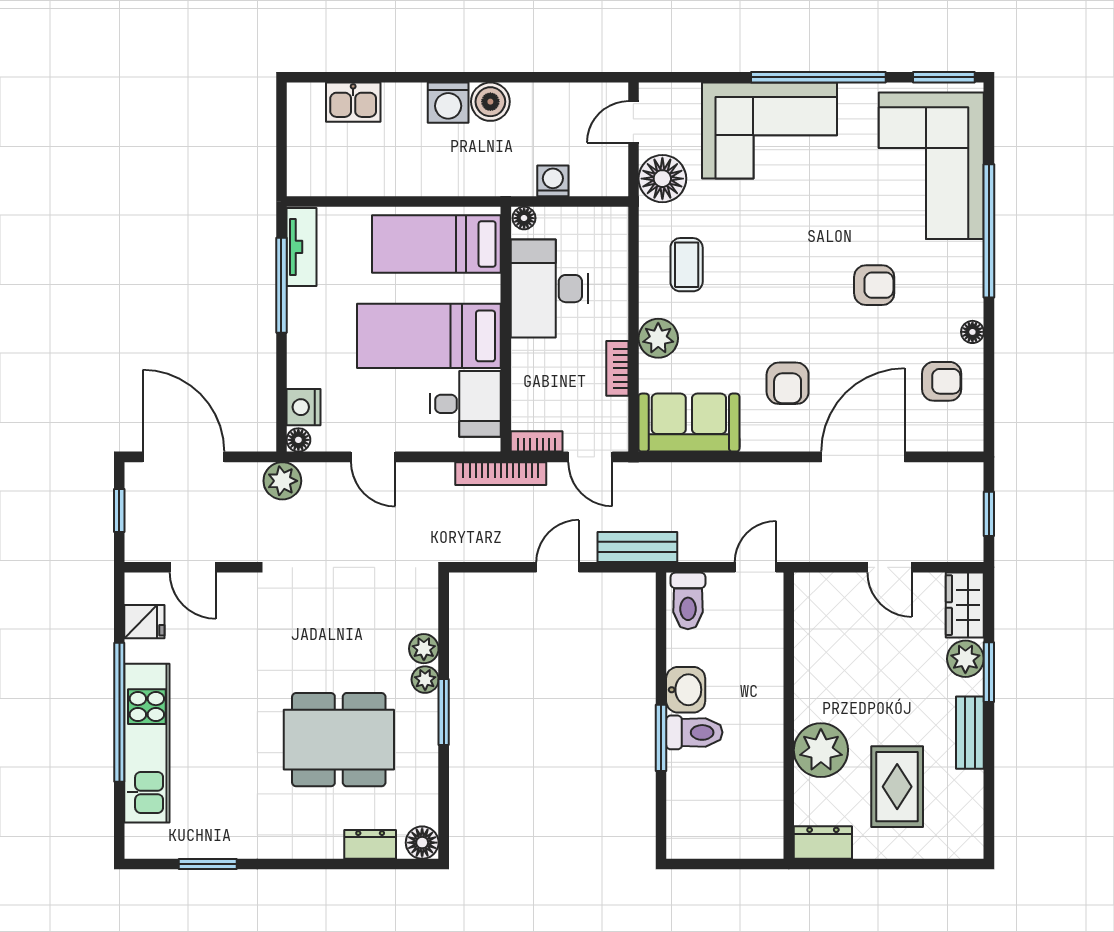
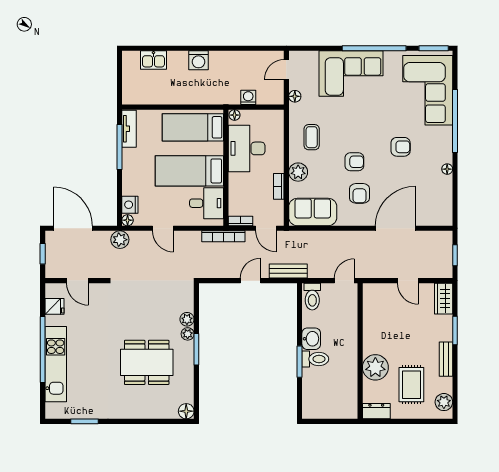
boiler: (490, 102) -> (219, 60), removed
floor lamp: (662, 179) -> (295, 96), width x0.53, depth x0.53
armchair: (942, 381) -> (354, 162), moved
plant: (965, 659) -> (444, 402), moved
dresser: (370, 844) -> (162, 412), removed

